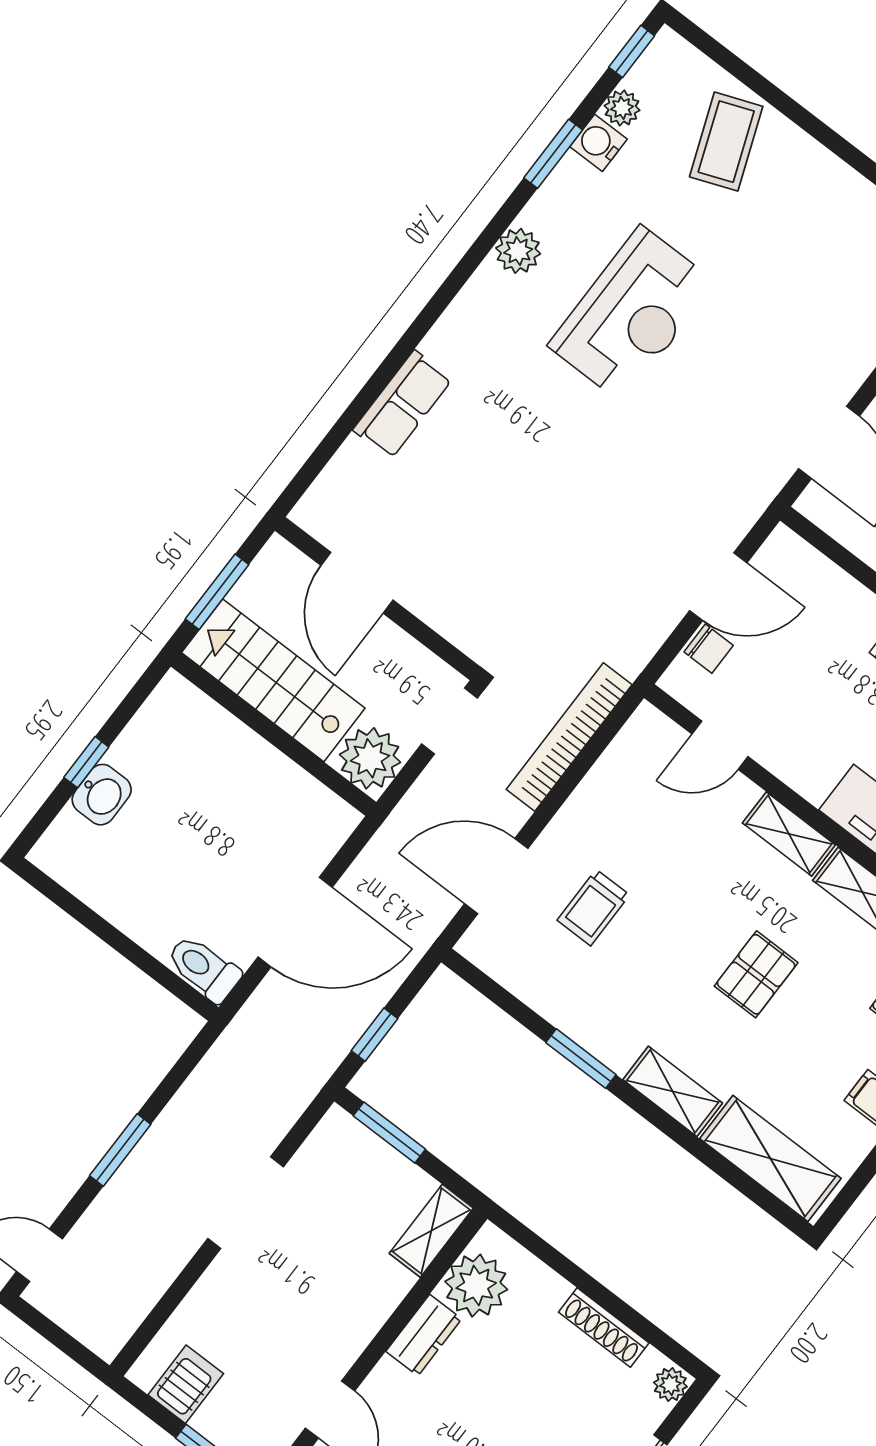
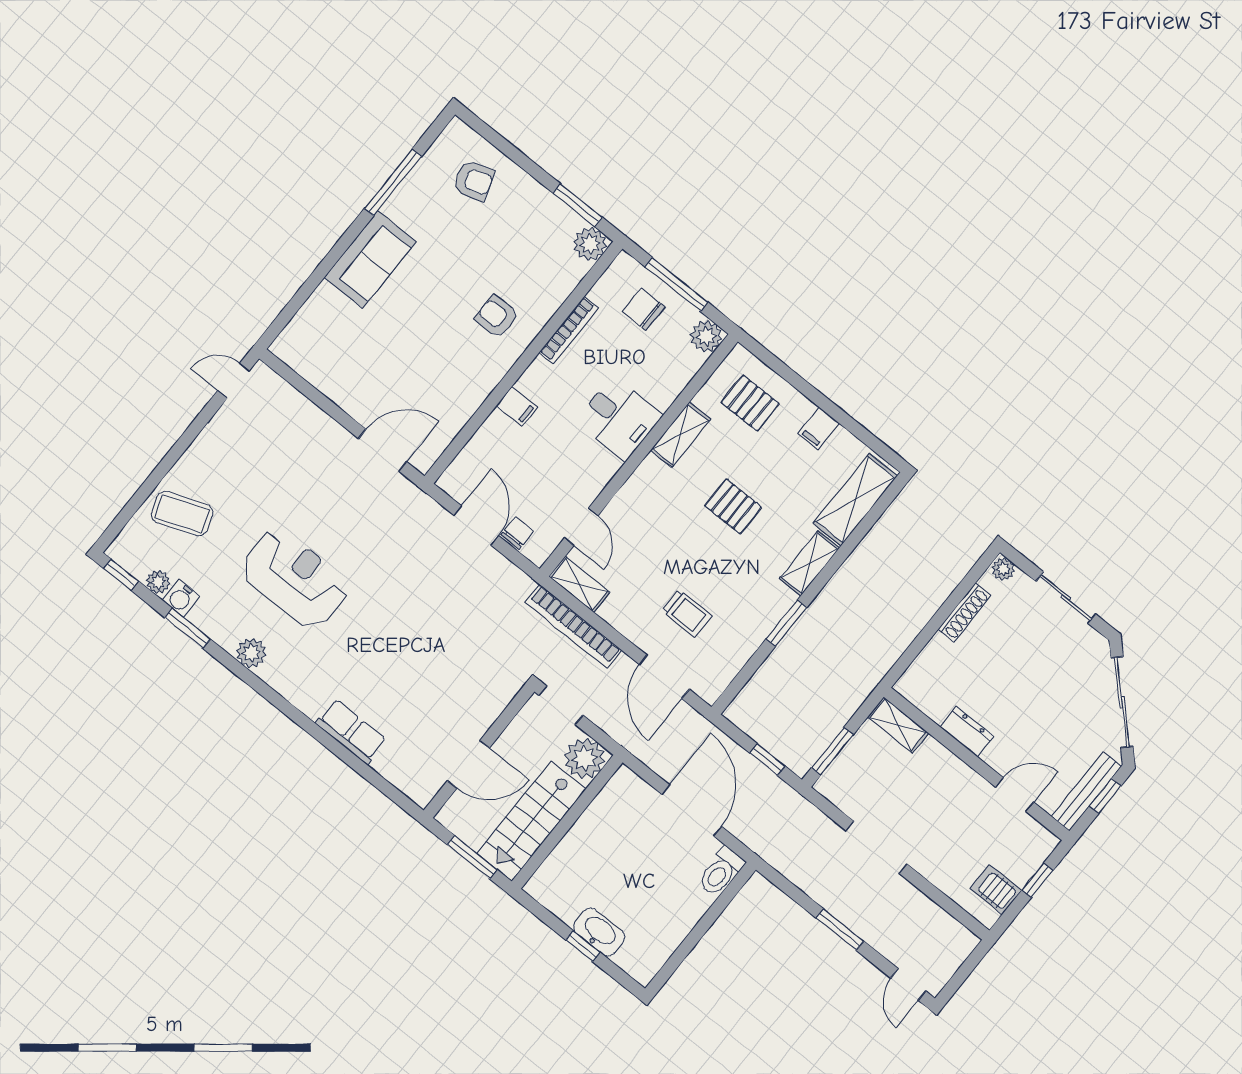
washbasin: (102, 795) -> (599, 932), width x1.38
shelving: (789, 834) -> (579, 584), moved, turned 90
plant: (476, 1285) -> (935, 696), removed

